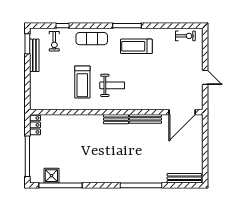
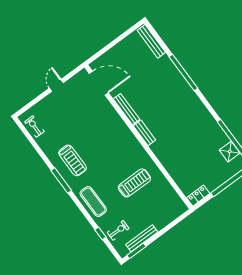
weight bench: (112, 85) -> (119, 156), removed

